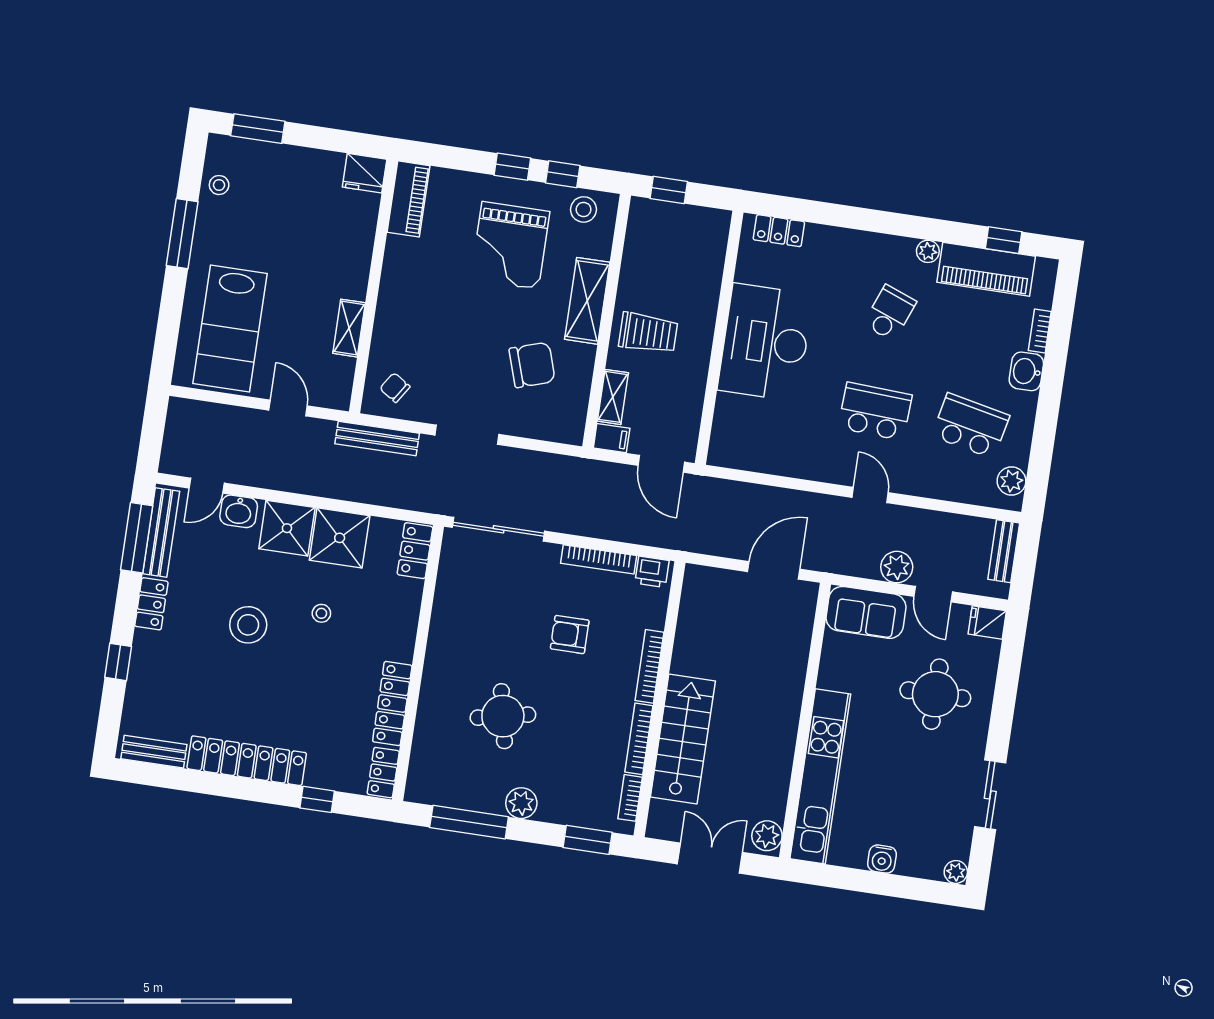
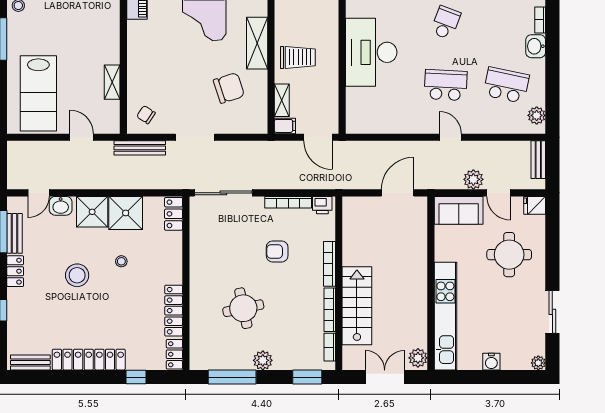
bench: (161, 532) -> (15, 233), width x0.73

